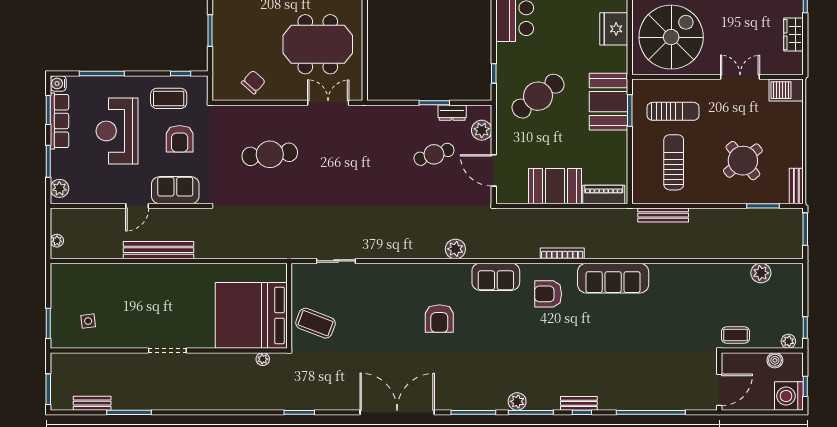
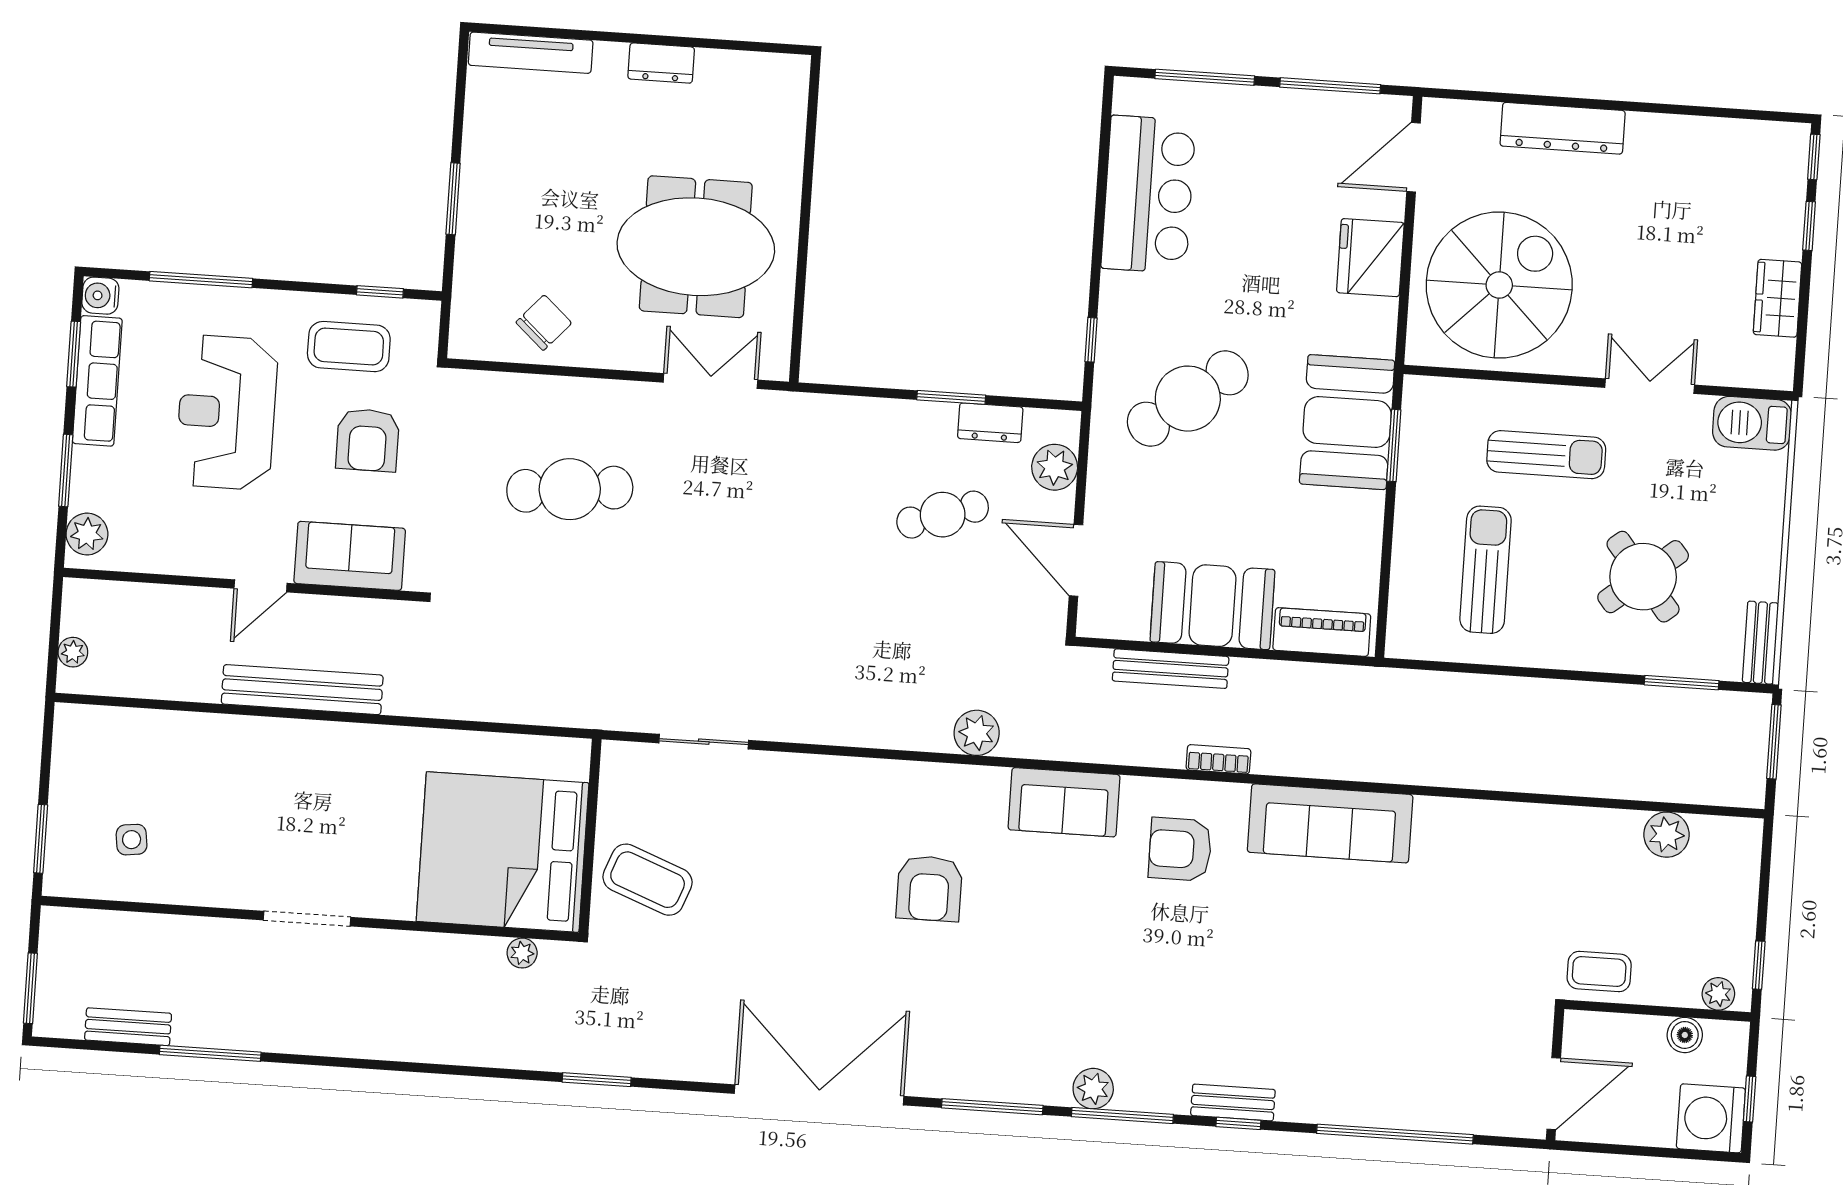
sun lounger: (673, 111) -> (1546, 455), moved
bench: (663, 215) -> (1171, 669), moved
bookcase: (562, 253) -> (1218, 759), width x0.64

